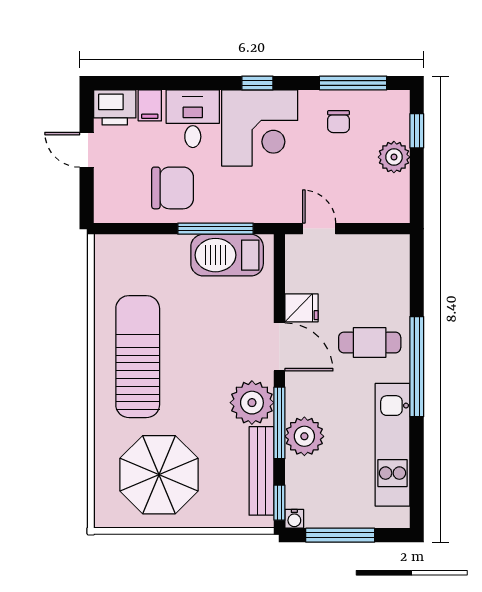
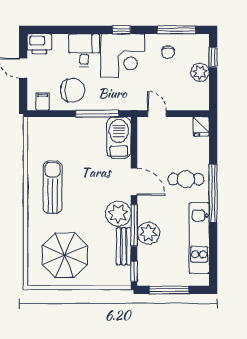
filing cabinet: (150, 105) -> (43, 101), moved, turned 180
barbecue: (227, 255) -> (119, 138), moved, turned 90
fridge: (302, 308) -> (201, 126), moved, turned 90
sun lounger: (138, 357) -> (52, 187), width x0.73, depth x0.75
bench: (261, 471) -> (124, 246), width x0.73
water cooler: (294, 519) -> (143, 281), removed

